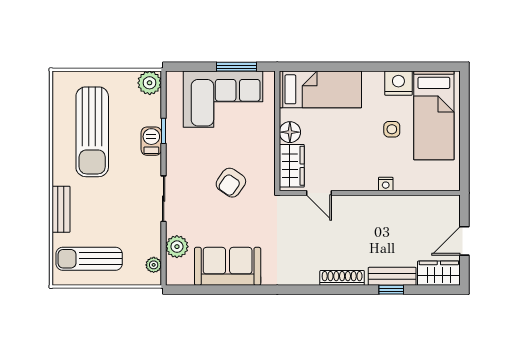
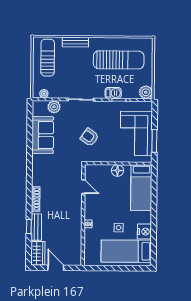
sun lounger: (92, 132) -> (119, 60), turned 180
wardrobe: (292, 166) -> (99, 171), removed
door: (319, 193) -> (83, 187), swing flipped

